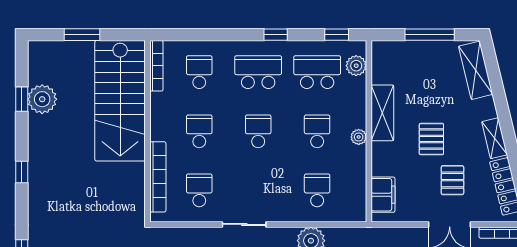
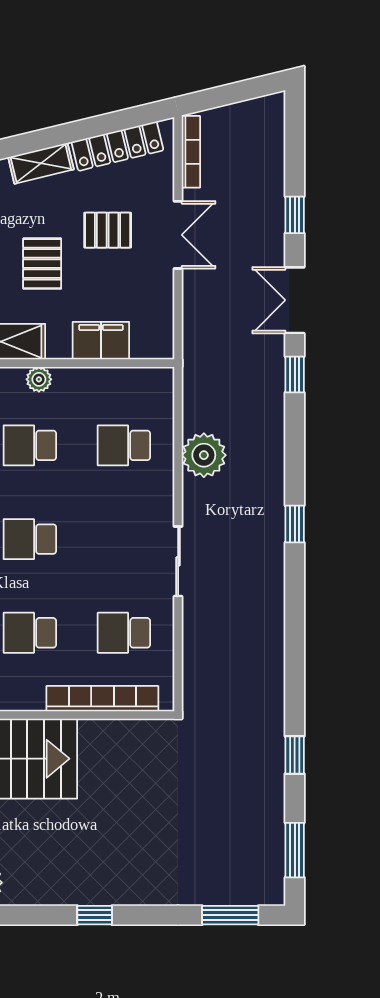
pallet: (431, 139) -> (42, 264), turned 90
filing cabinet: (383, 195) -> (101, 341), moved

